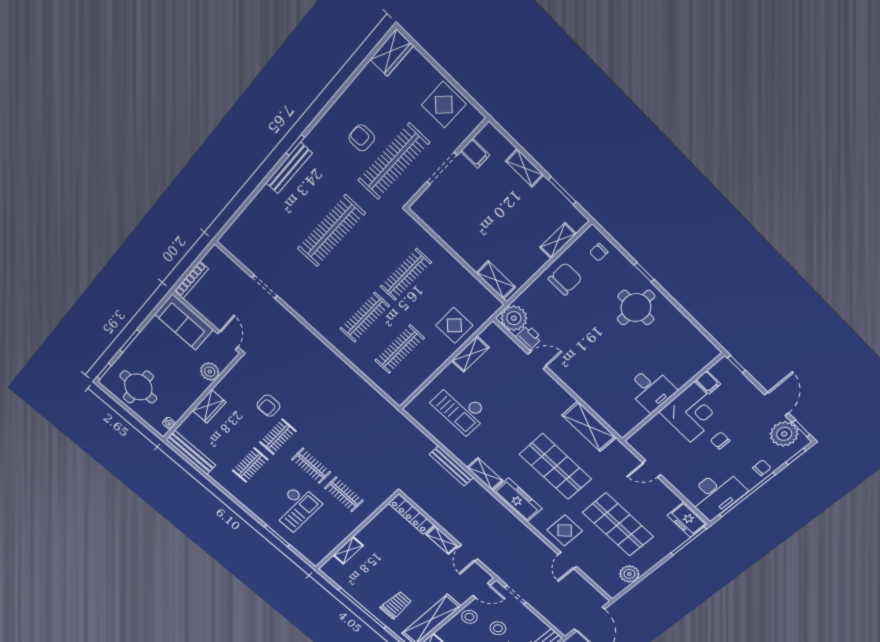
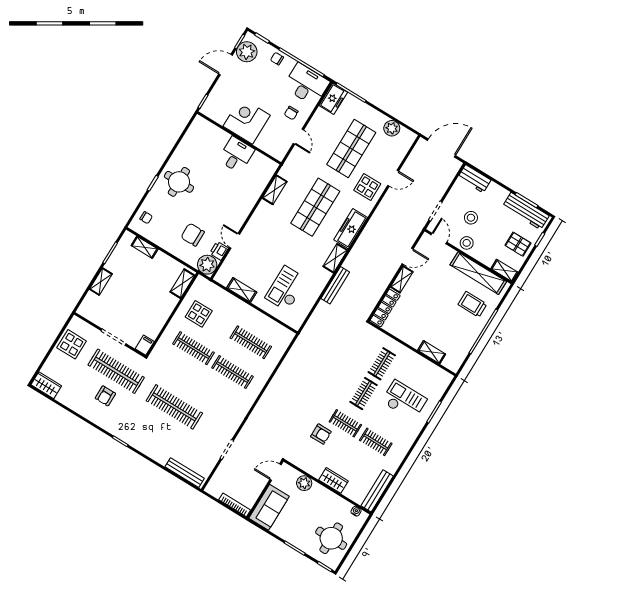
filing cabinet: (475, 153) -> (145, 345), moved
bench: (289, 168) -> (185, 473), moved
chair: (565, 279) -> (193, 235), moved
display table: (454, 325) -> (199, 314), moved
filing cabinet: (708, 382) -> (221, 117), removed
checkout: (460, 408) -> (286, 288), turned 180
shelving: (589, 426) -> (275, 190), width x0.67, depth x0.75
chair: (720, 441) -> (291, 113), moved

